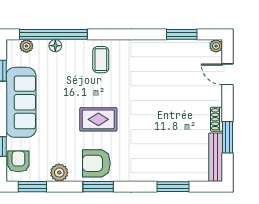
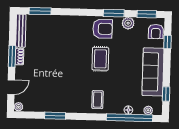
window: (182, 34) -> (55, 116), moved
door: (228, 74) -> (11, 87), hinge flipped
rug: (98, 119) -> (100, 59), turned 90
window: (228, 137) -> (12, 56), moved
window: (98, 187) -> (114, 13), moved
window: (173, 187) -> (40, 11), moved

